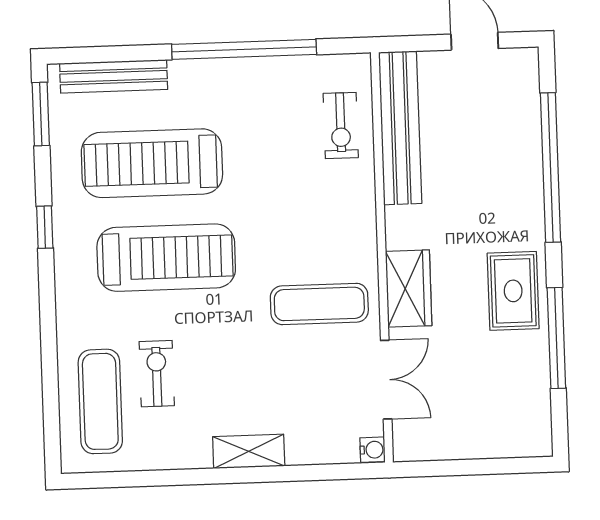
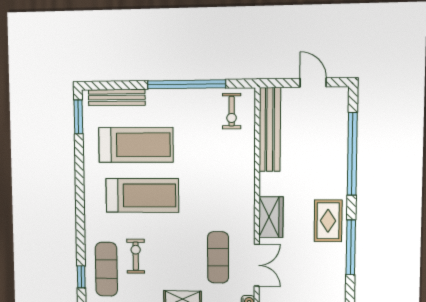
exercise bike: (341, 126) -> (232, 111), moved
treadmill: (152, 163) -> (136, 145), turned 180
window: (45, 227) -> (81, 277), moved
exercise mat: (319, 304) -> (218, 257), moved, turned 90

